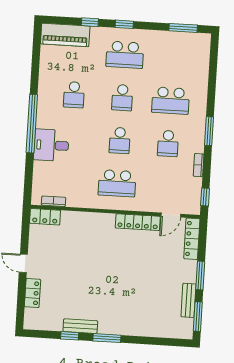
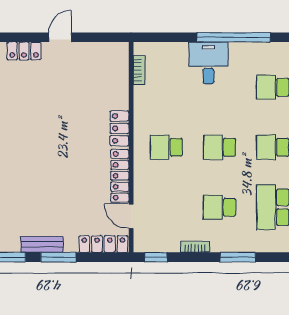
school desk: (117, 183) -> (166, 147), width x0.54
locker: (45, 217) -> (119, 128), moved
bench: (188, 300) -> (42, 244), moved

